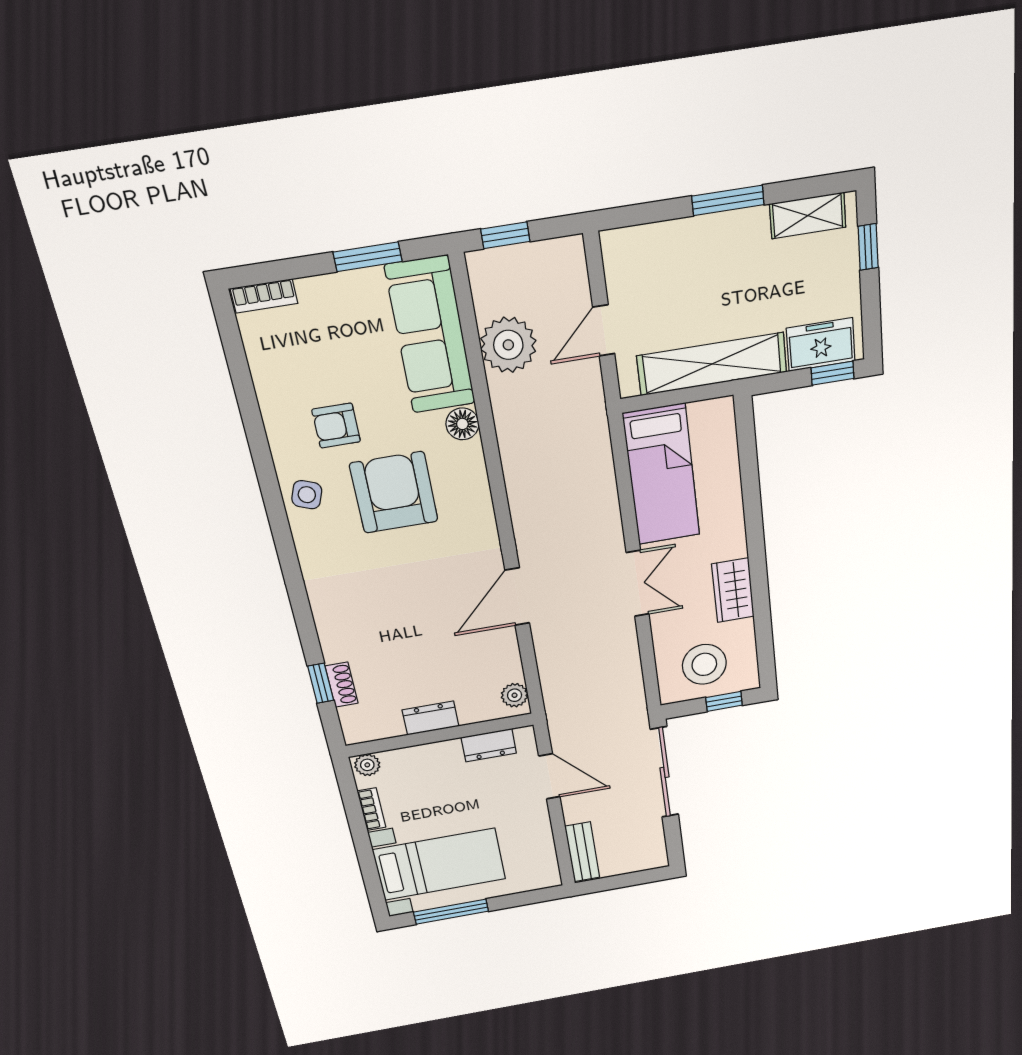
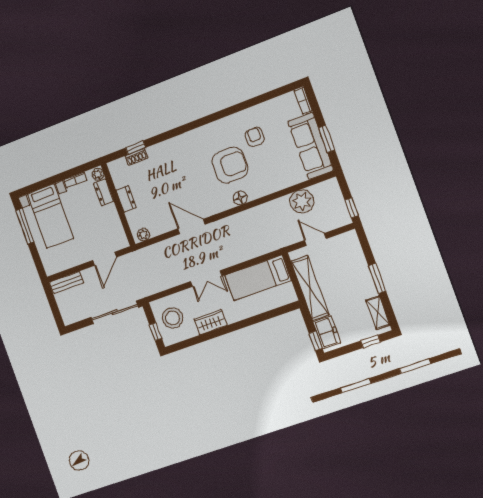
window: (505, 235) -> (352, 208), moved
sofa: (430, 335) -> (311, 146), moved, turned -90
floor lamp: (462, 424) -> (240, 198), moved
side table: (307, 495) -> (223, 129), removed
dresser: (489, 745) -> (104, 192), moved

